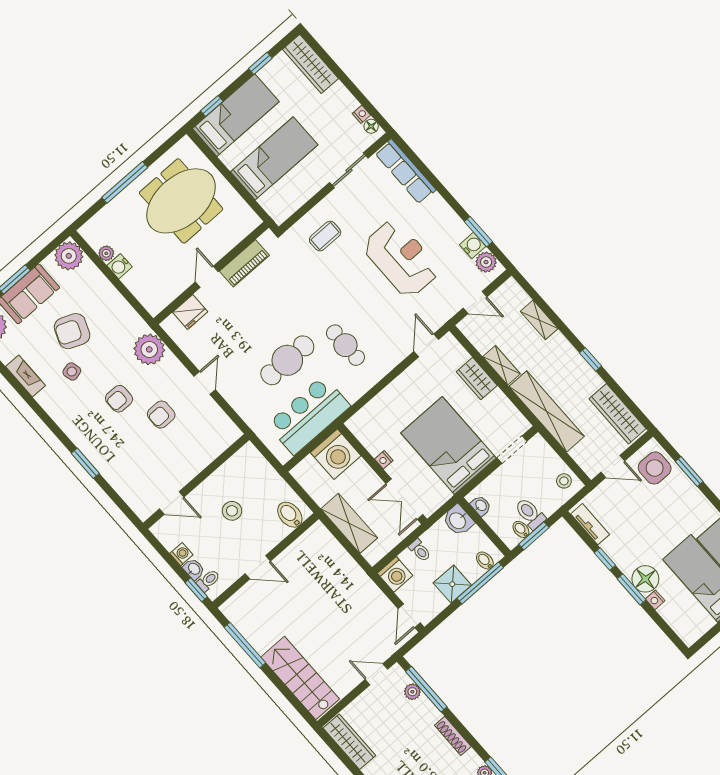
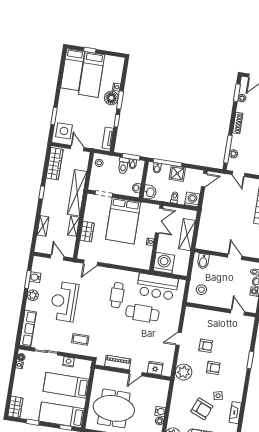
wardrobe: (311, 64) -> (15, 407), width x0.67
nightstand: (306, 191) -> (68, 362), added
plant: (486, 262) -> (33, 295), moved
stool: (232, 511) -> (201, 290), moved

